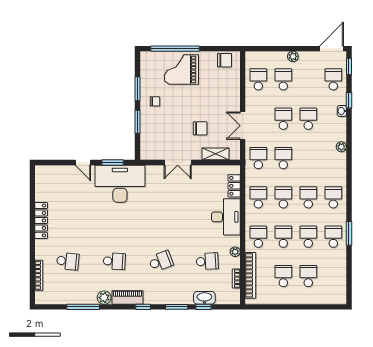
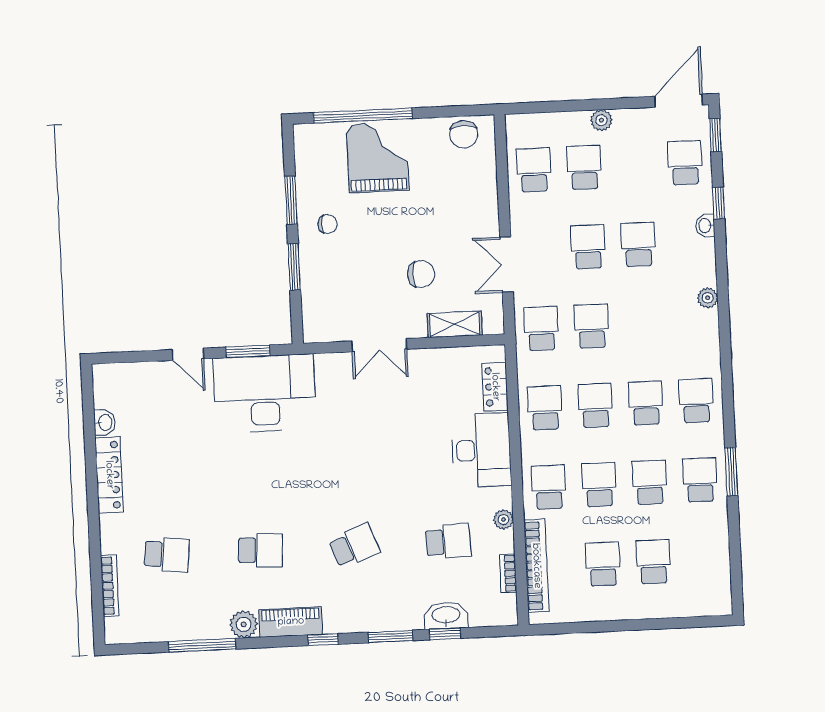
chair: (225, 60) -> (464, 134), turned 90
grand piano: (181, 69) -> (378, 157), turned 90
washbasin: (40, 194) -> (105, 422), added

